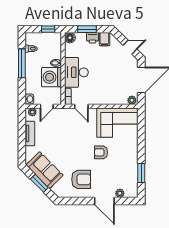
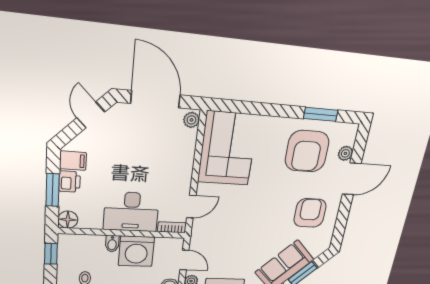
armchair: (101, 152) -> (307, 151), moved, width x1.88, depth x1.88

